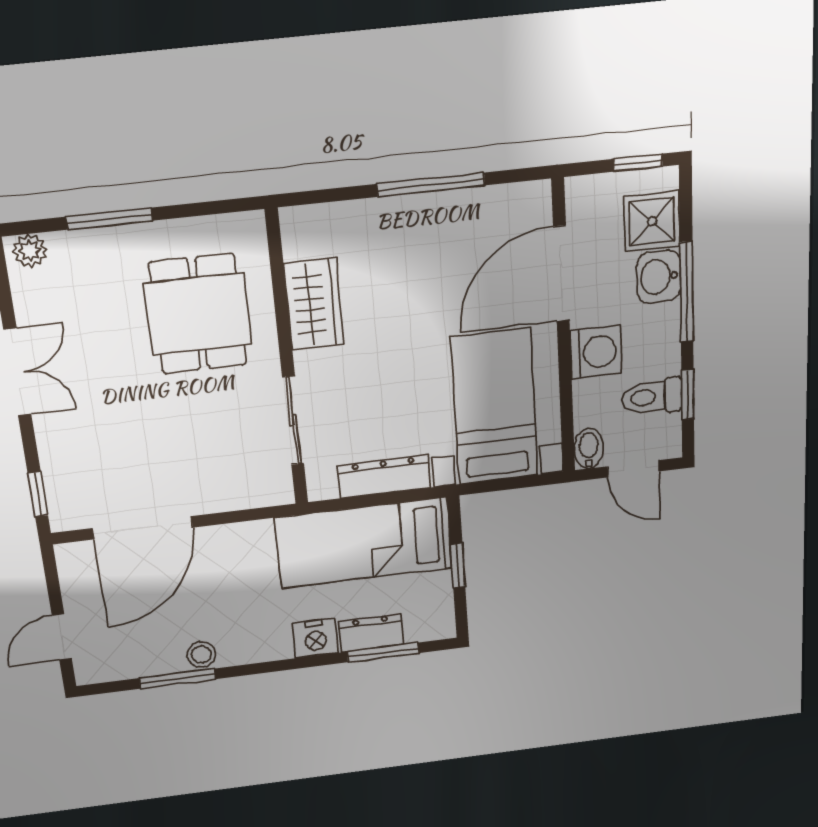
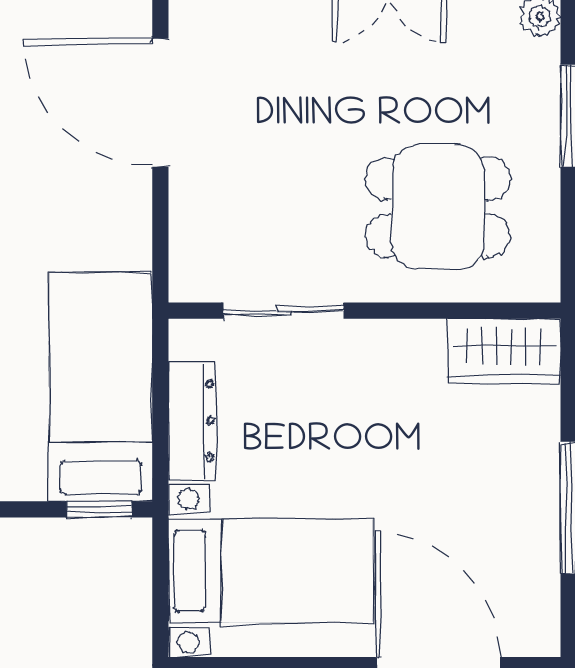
wardrobe: (314, 304) -> (504, 351), moved
window: (458, 566) -> (99, 509), moved

